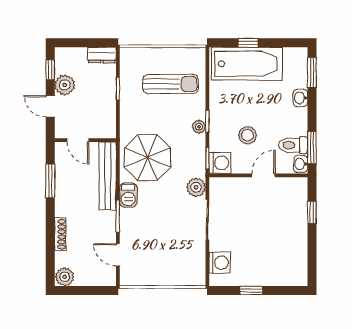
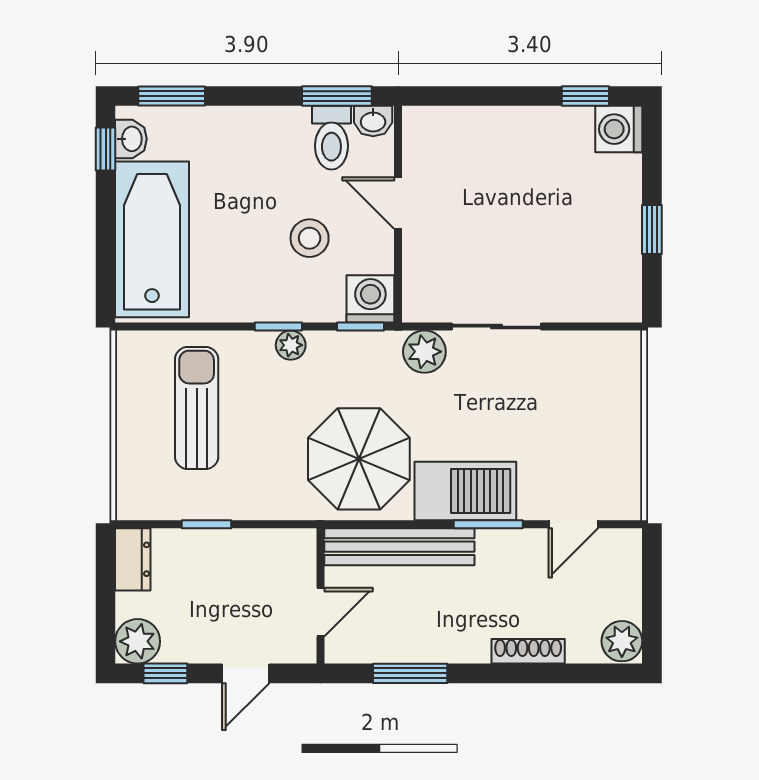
window: (248, 43) -> (106, 149), moved
plant: (65, 85) -> (138, 641), moved
washbasin: (300, 98) -> (131, 139), moved, turned -90
barbecue: (128, 195) -> (465, 491), width x1.88, depth x1.53
window: (312, 212) -> (585, 96), moved
washing machine: (220, 263) -> (619, 129), moved, turned -90

